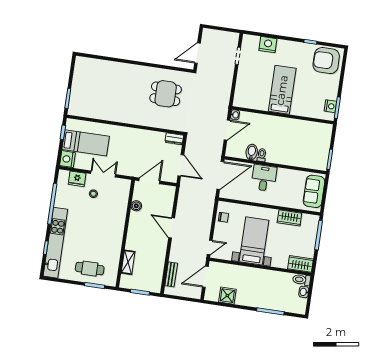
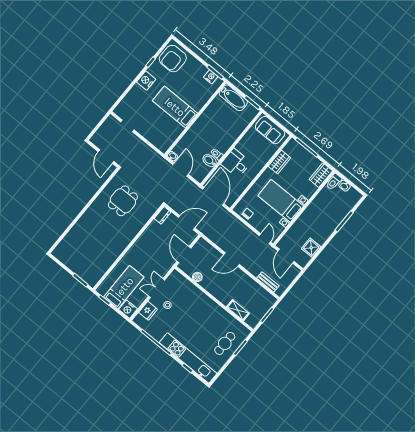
nightstand: (268, 45) -> (146, 81), moved
bathtub: (323, 139) -> (233, 98), added

